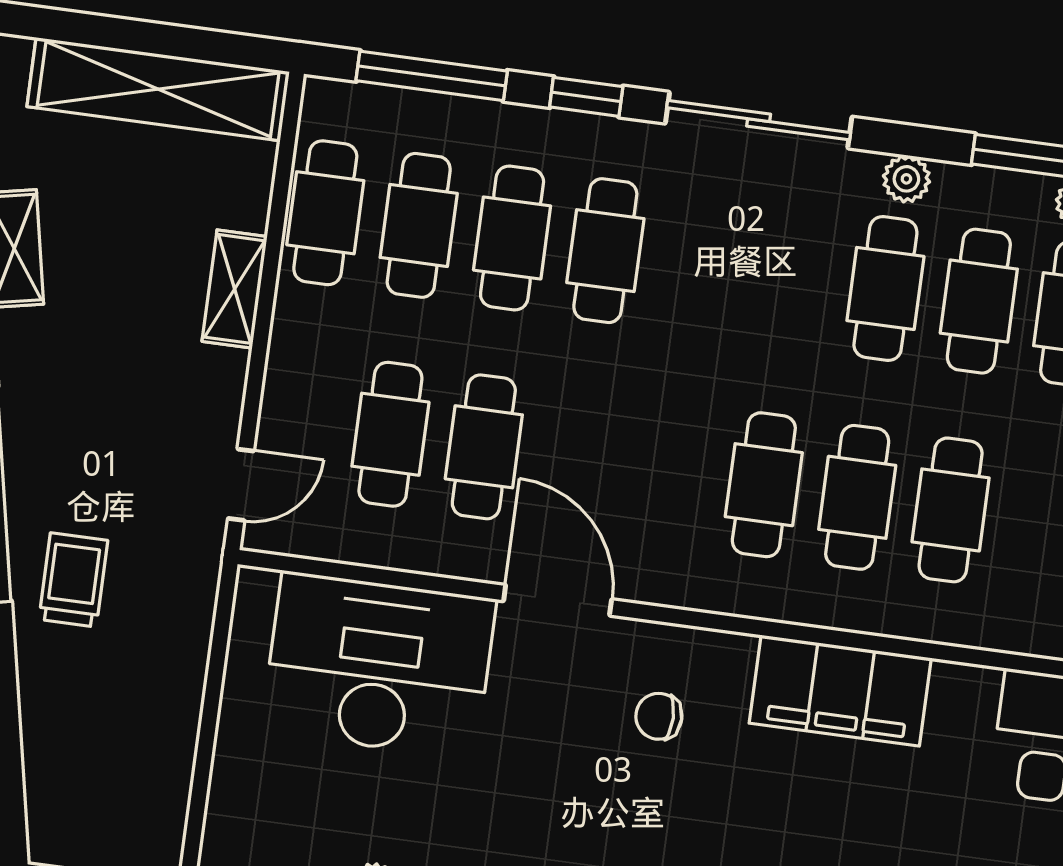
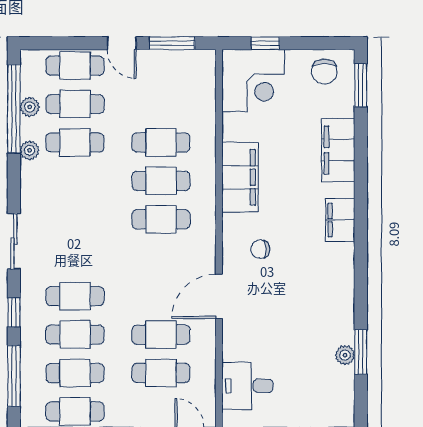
sliding door: (759, 120) -> (14, 241), width x0.73
plant: (906, 179) -> (30, 150), moved
cafe table: (885, 288) -> (75, 181), removed
desk: (379, 665) -> (247, 386), width x0.53, depth x0.77
chair: (659, 716) -> (260, 249), turned 90

